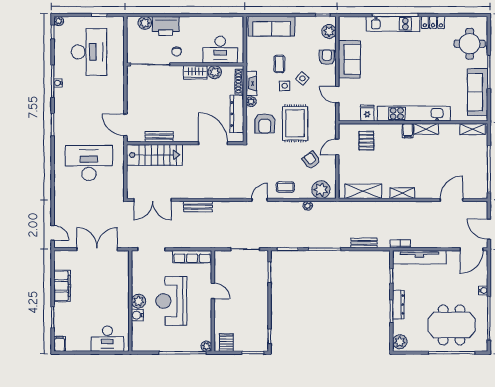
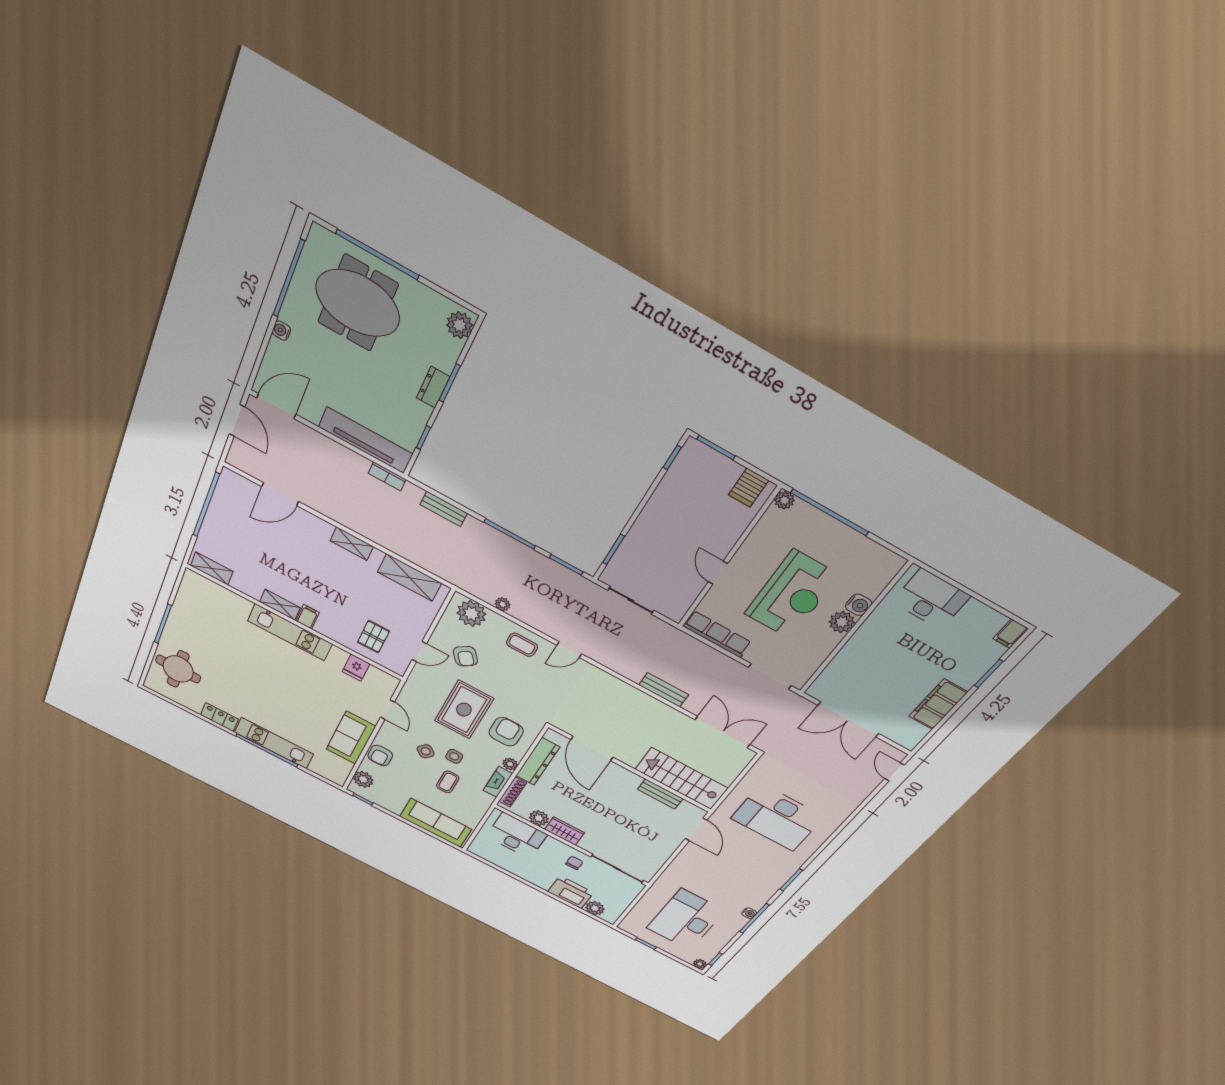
sofa: (478, 92) -> (188, 609), removed
kitchen unit: (414, 113) -> (290, 632), width x0.73
dresser: (398, 305) -> (433, 387), width x0.70

